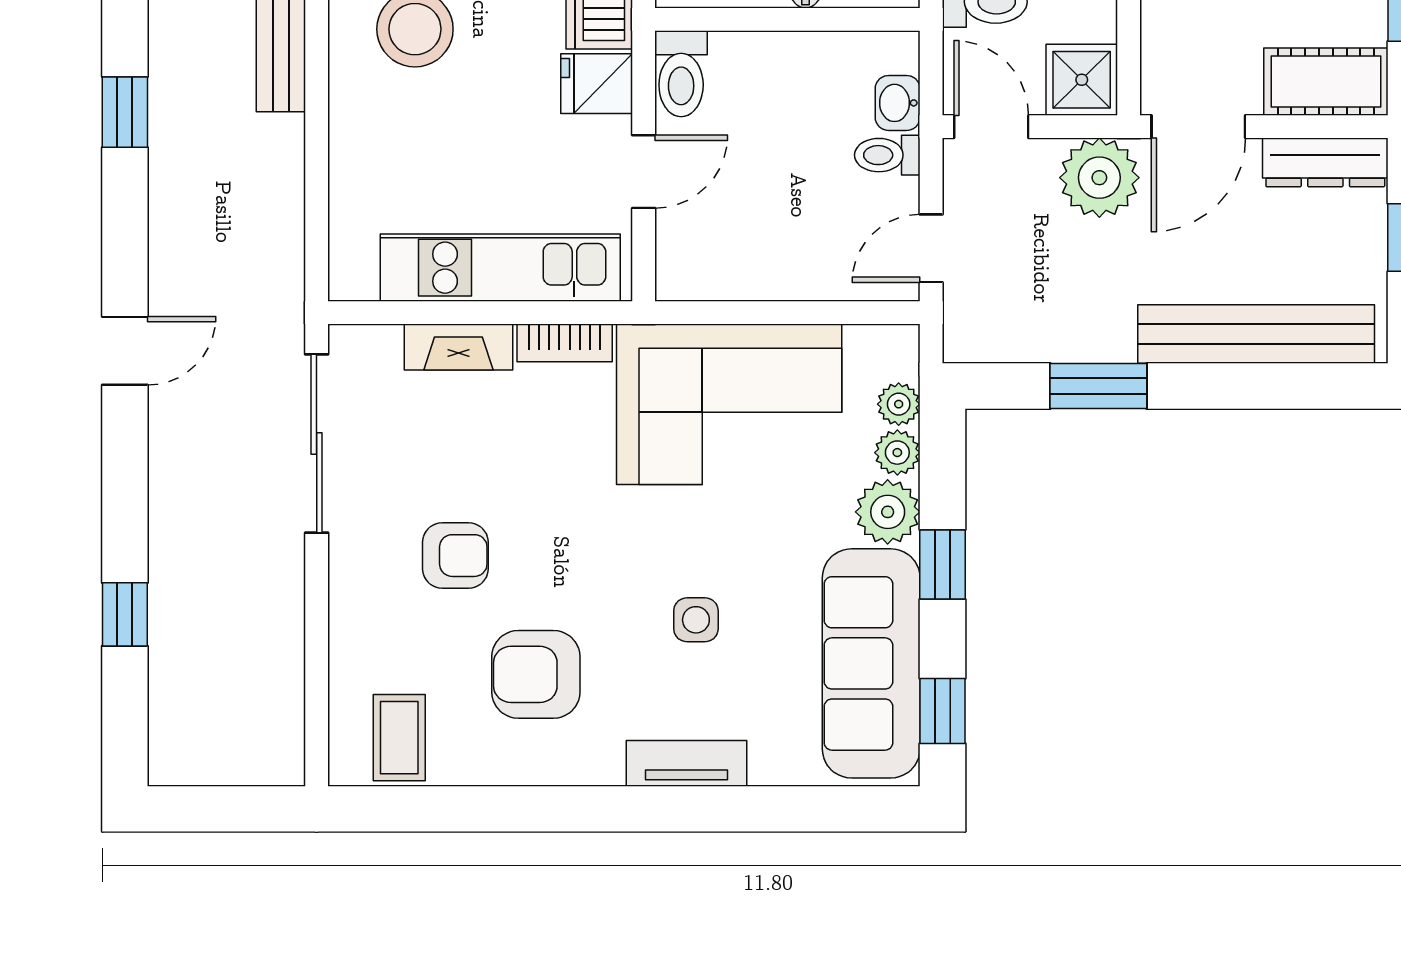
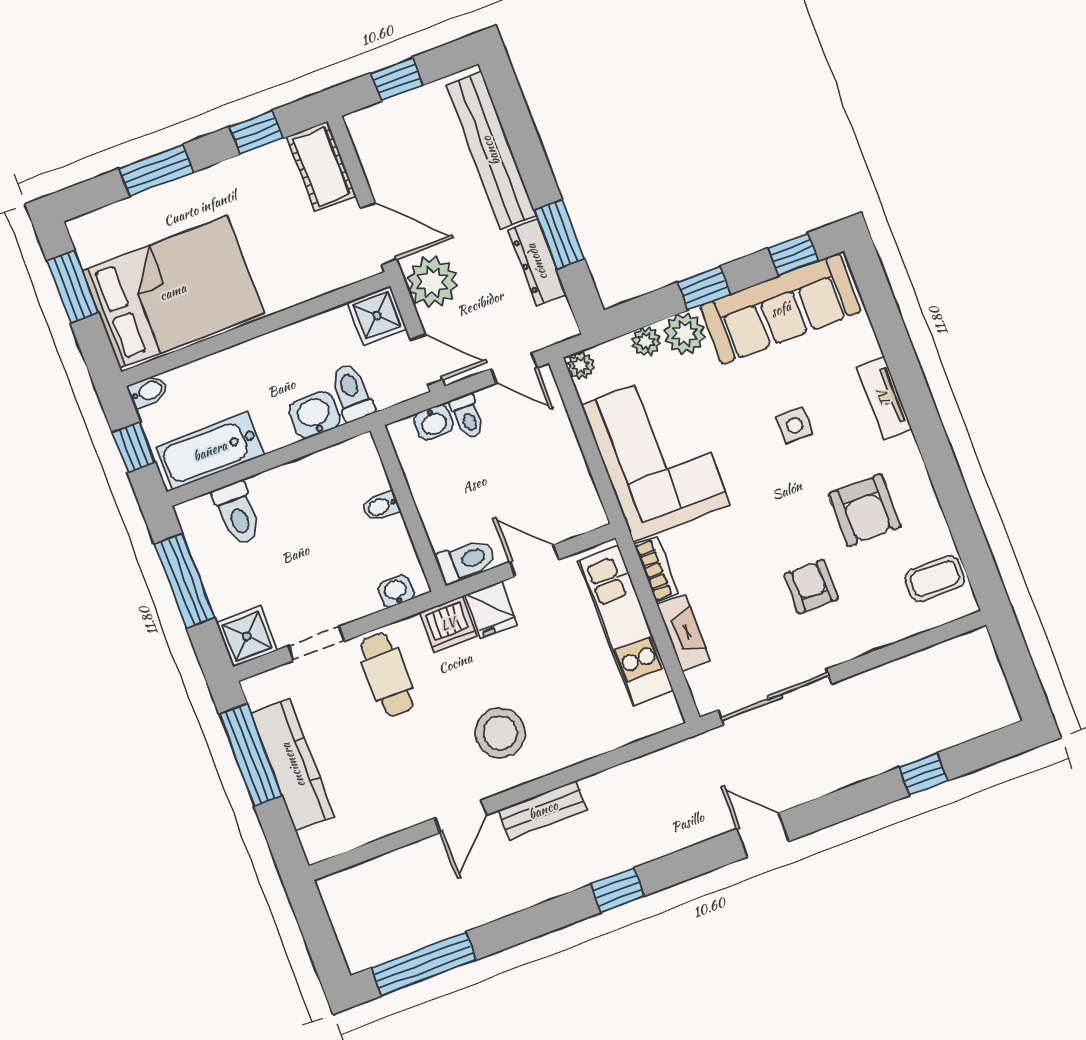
door: (991, 127) -> (426, 360), swing flipped
dresser: (1325, 162) -> (537, 262), moved, turned 180
plant: (899, 404) -> (581, 365), moved

